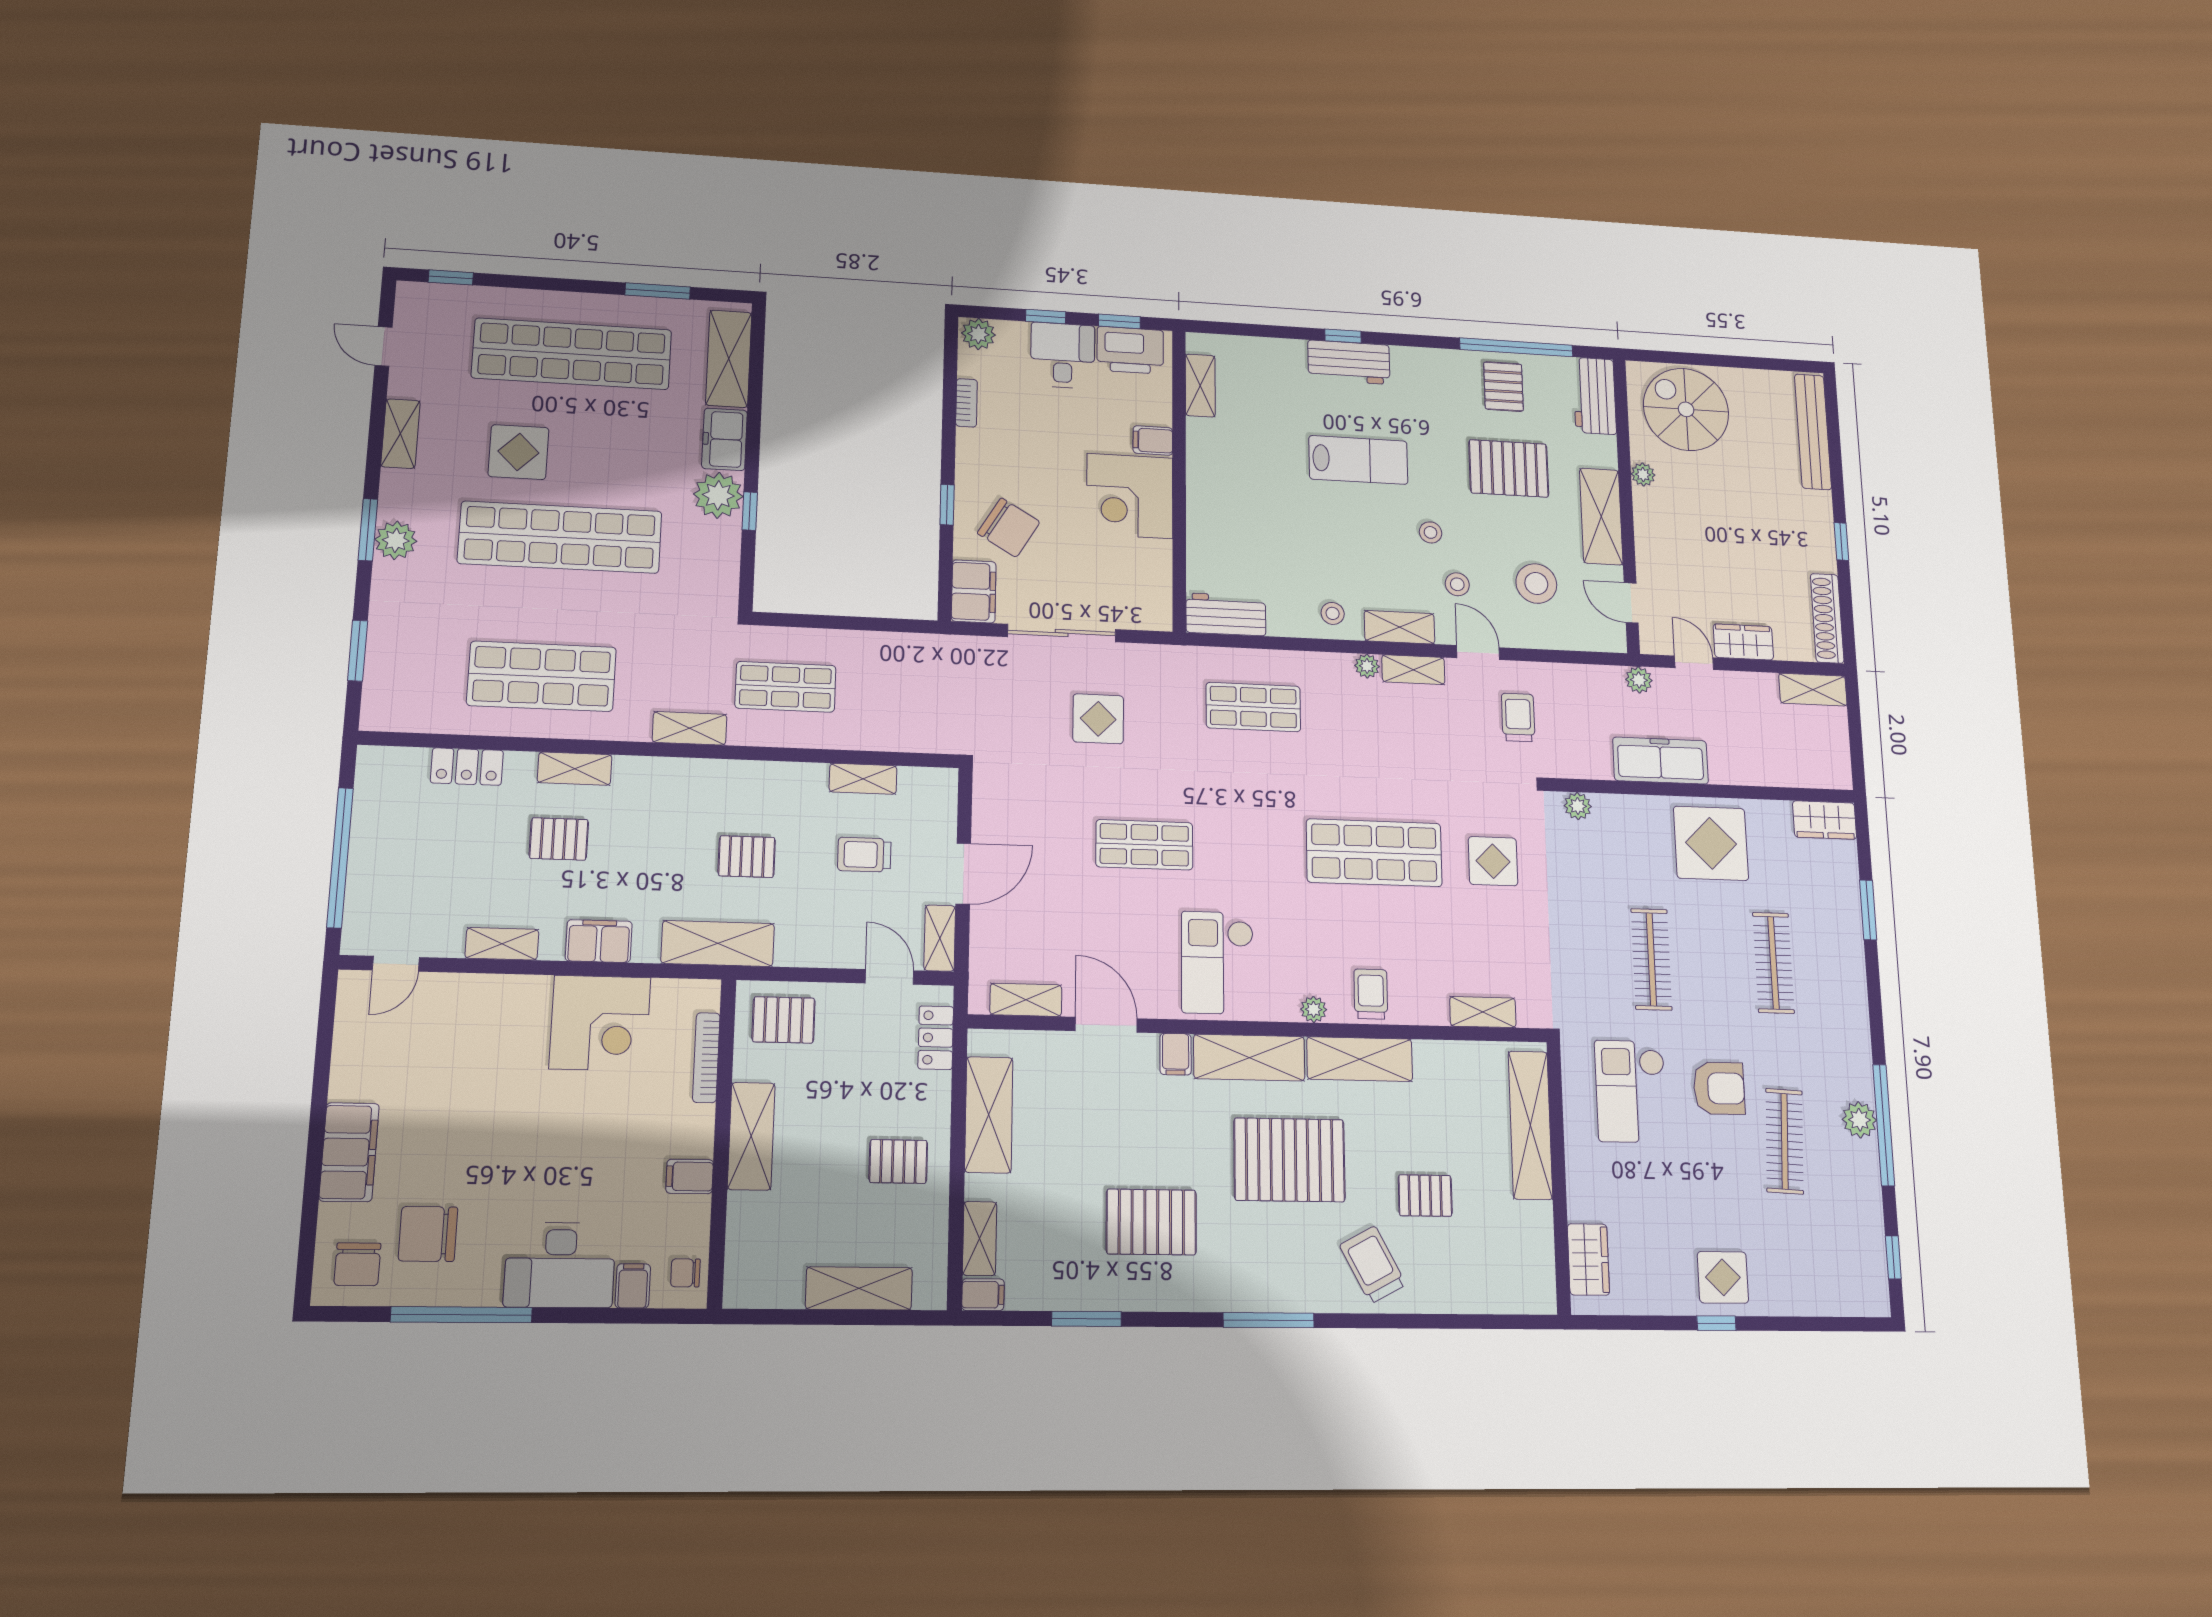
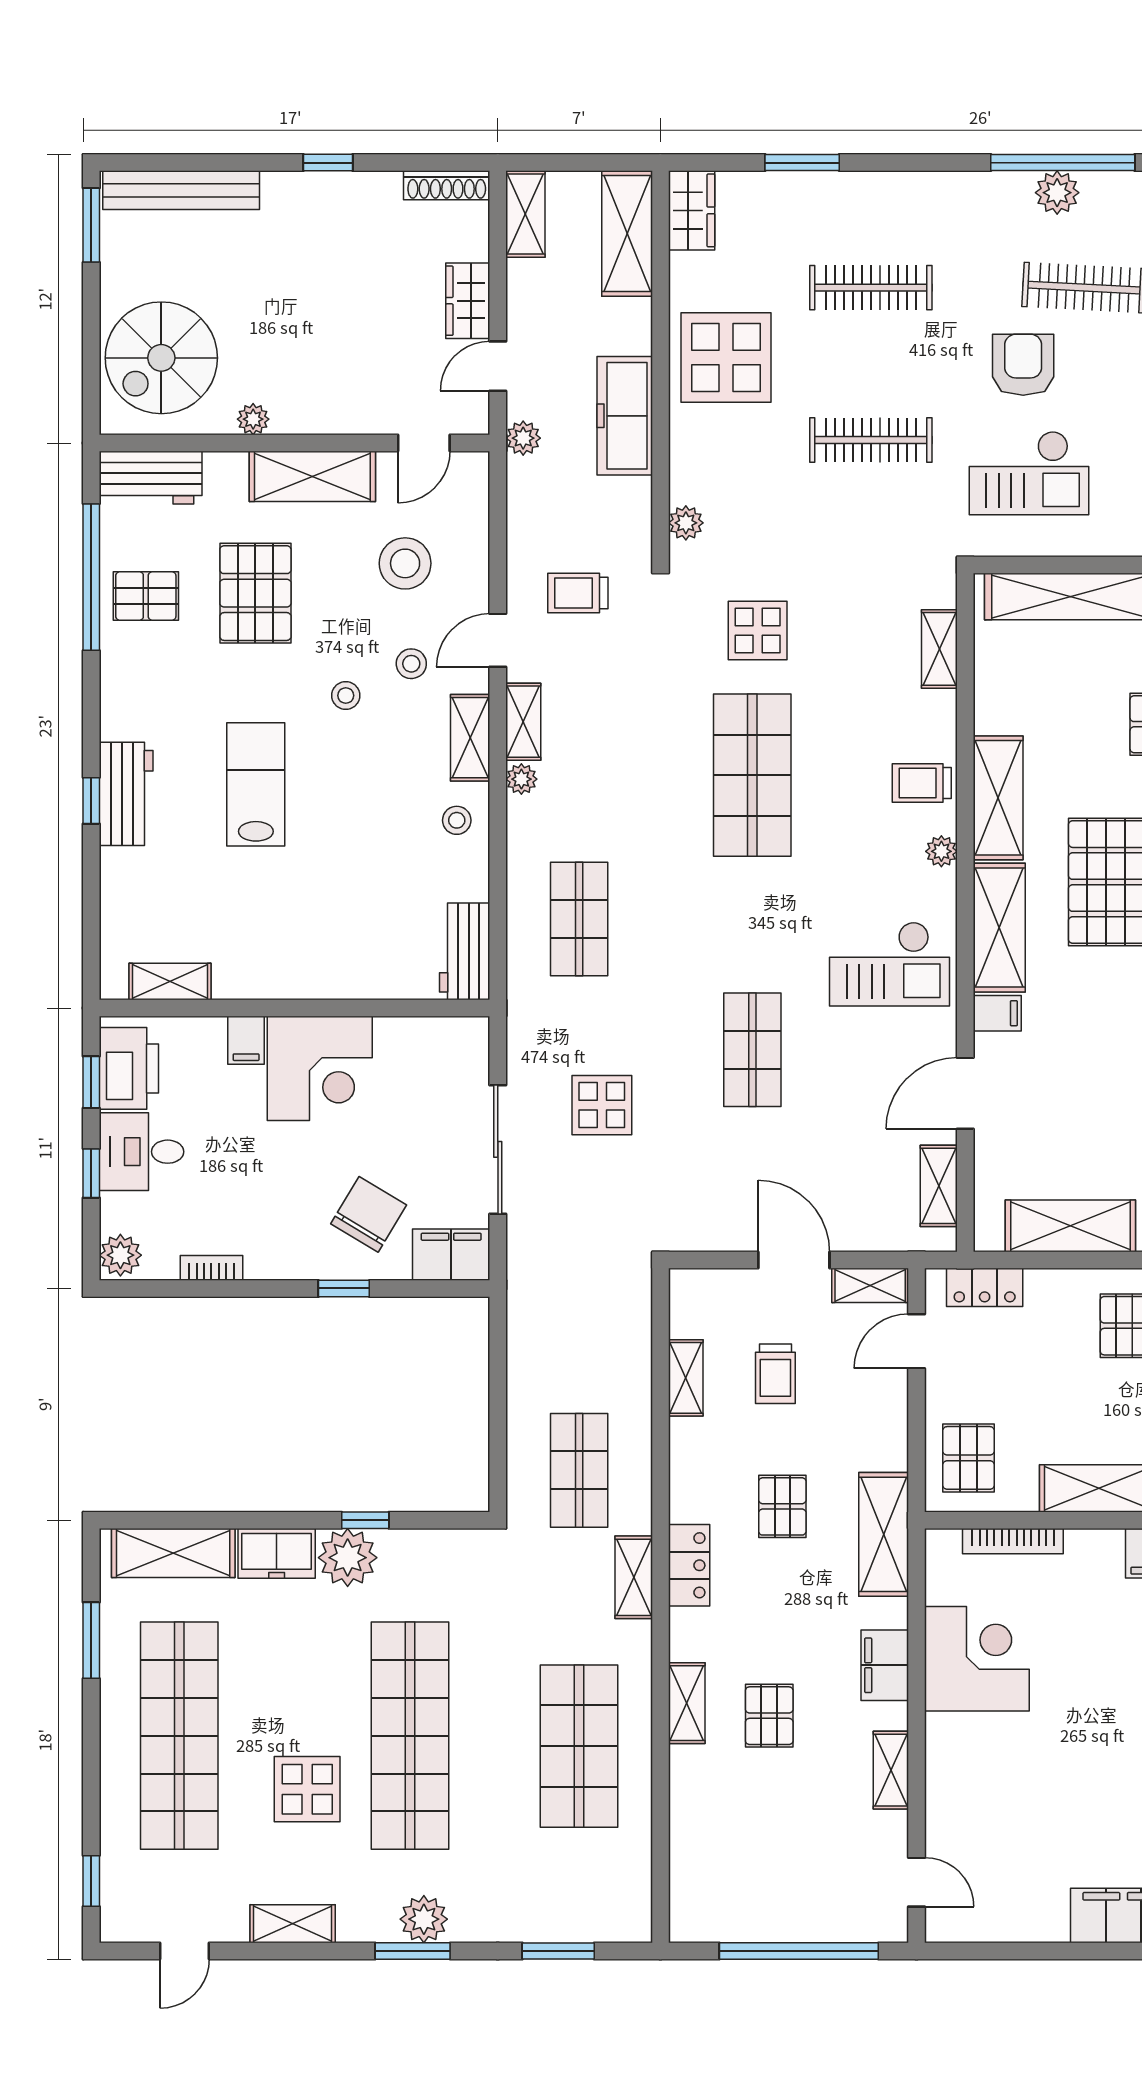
window: (1782, 365) -> (91, 225), added
shoe rack: (1827, 618) -> (447, 185), width x0.74, depth x0.81
locker: (467, 767) -> (689, 1565), moved
shelving: (1803, 768) -> (627, 234), added

